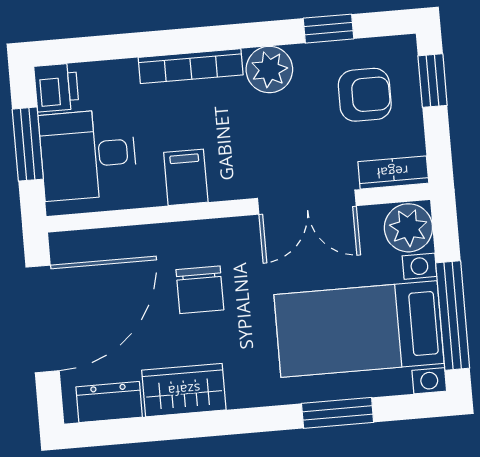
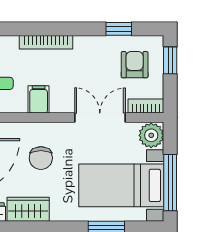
plant: (269, 70) -> (86, 47), removed
armchair: (365, 95) -> (135, 65), turned -90
double door: (307, 202) -> (100, 118), swing flipped

